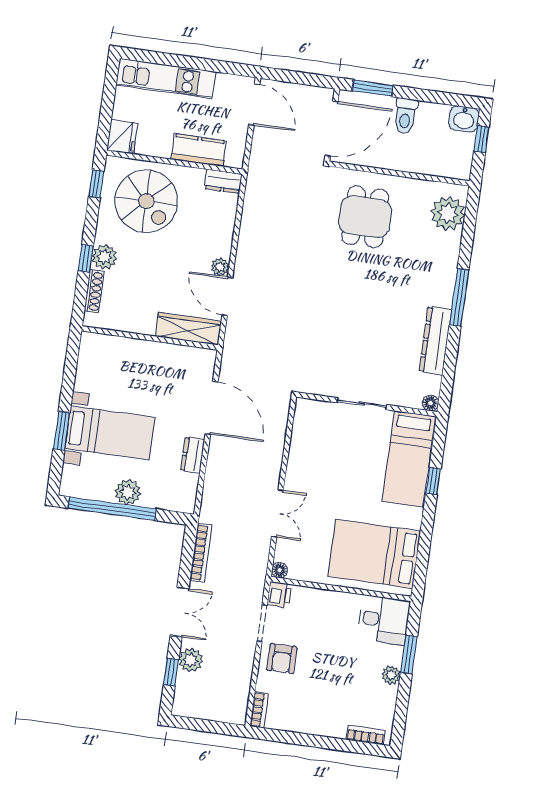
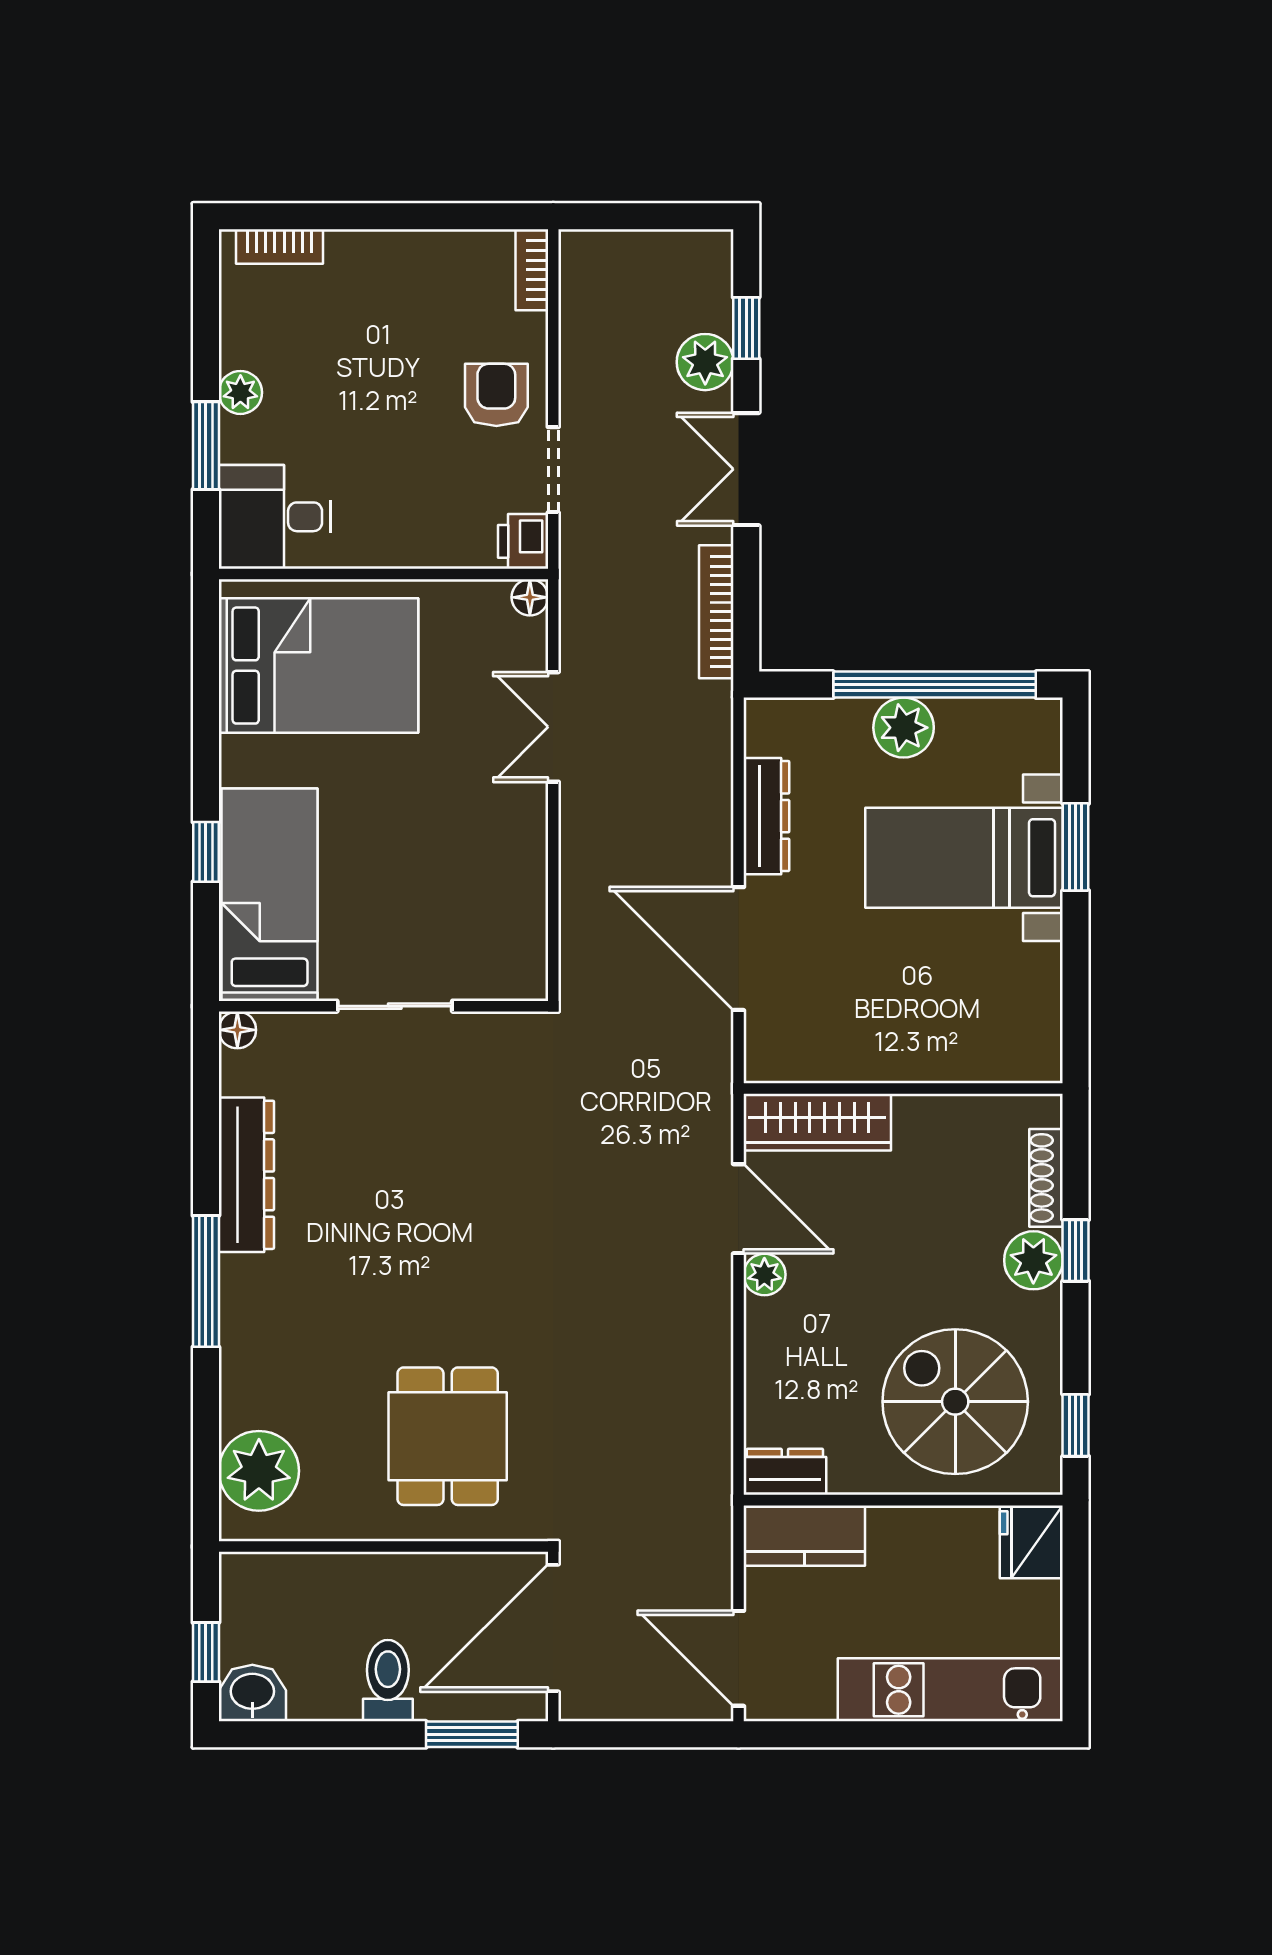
kitchen counter: (199, 150) -> (804, 1536), moved
dresser: (193, 455) -> (766, 816), width x1.44

